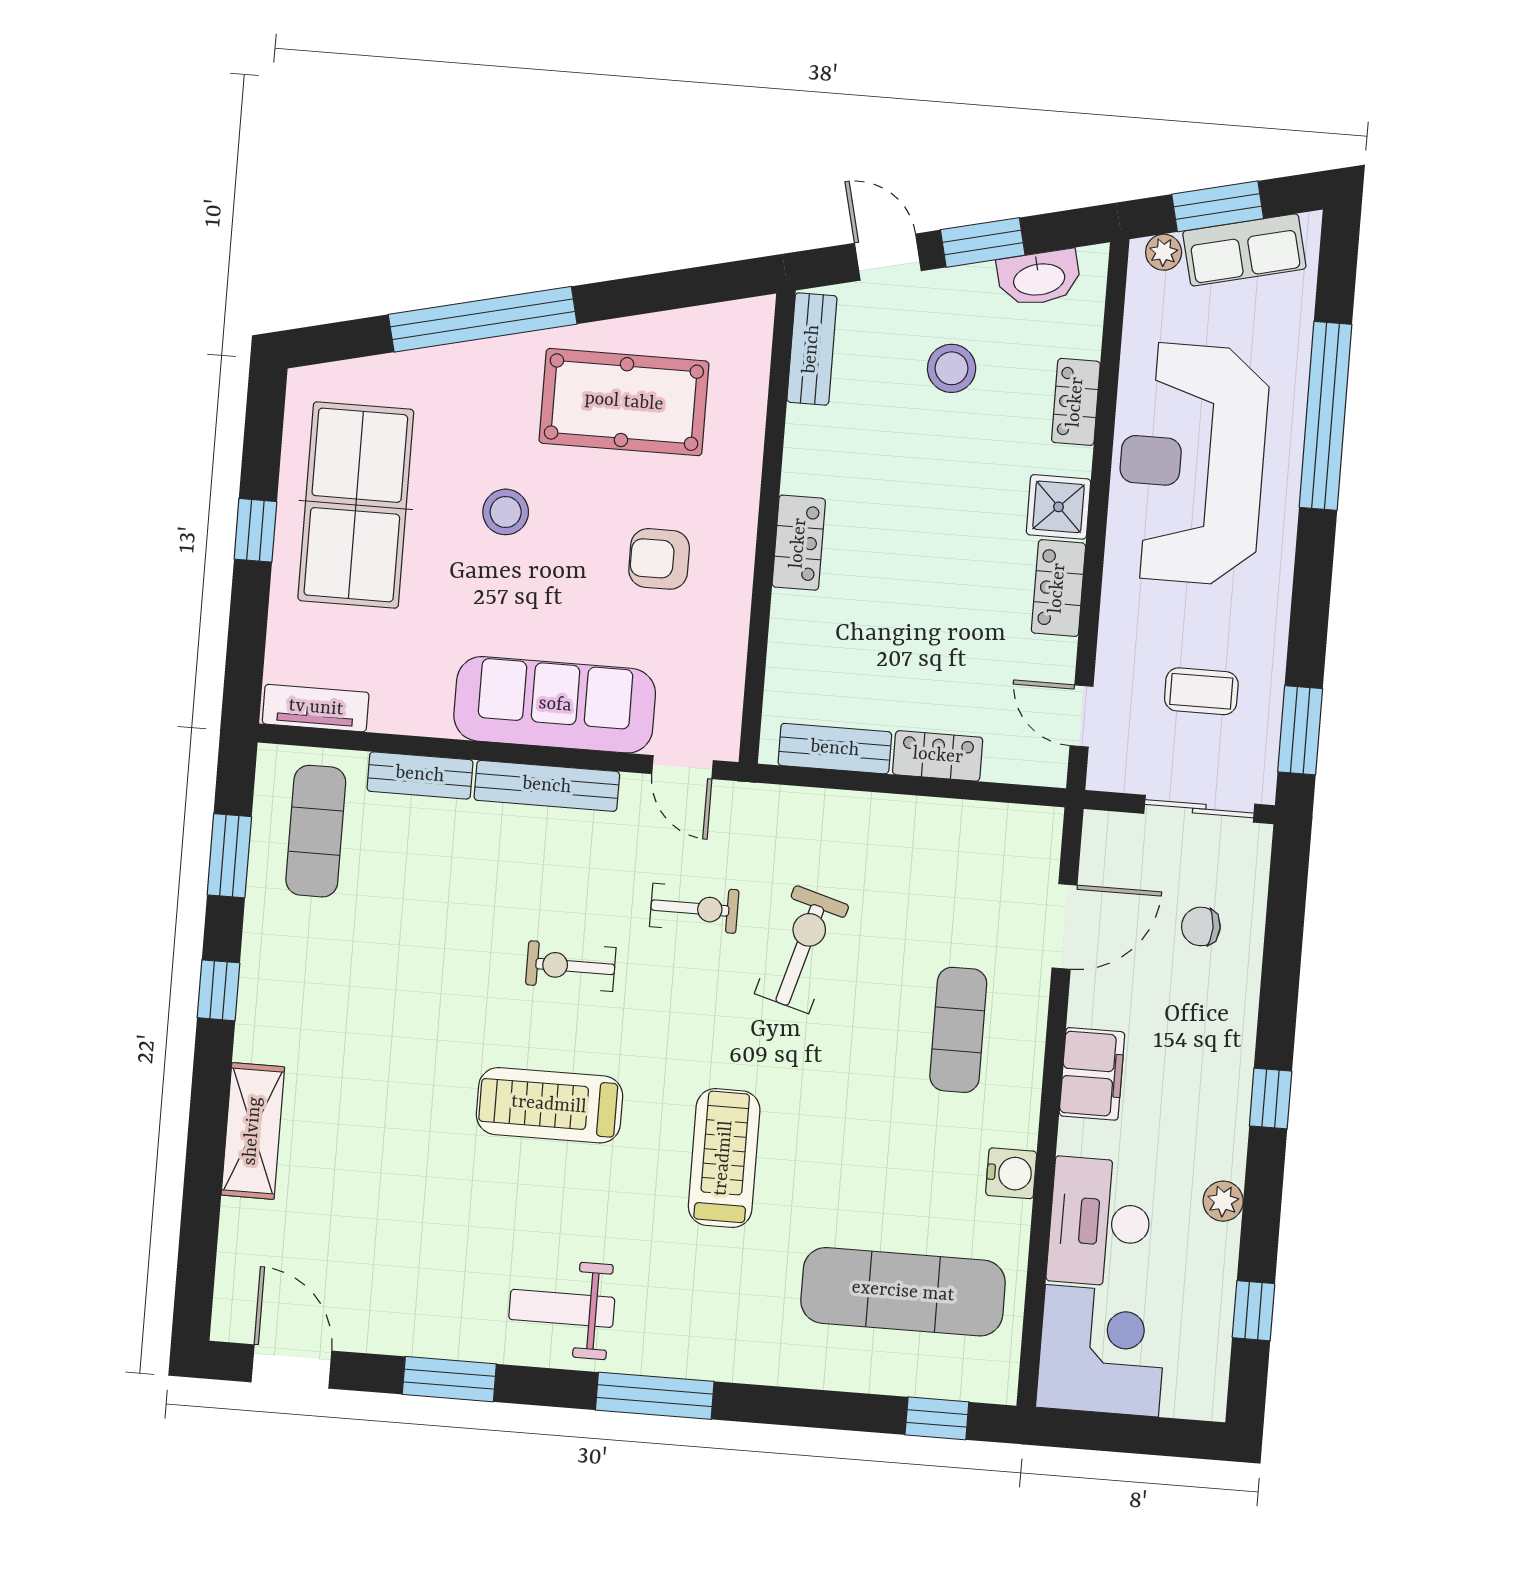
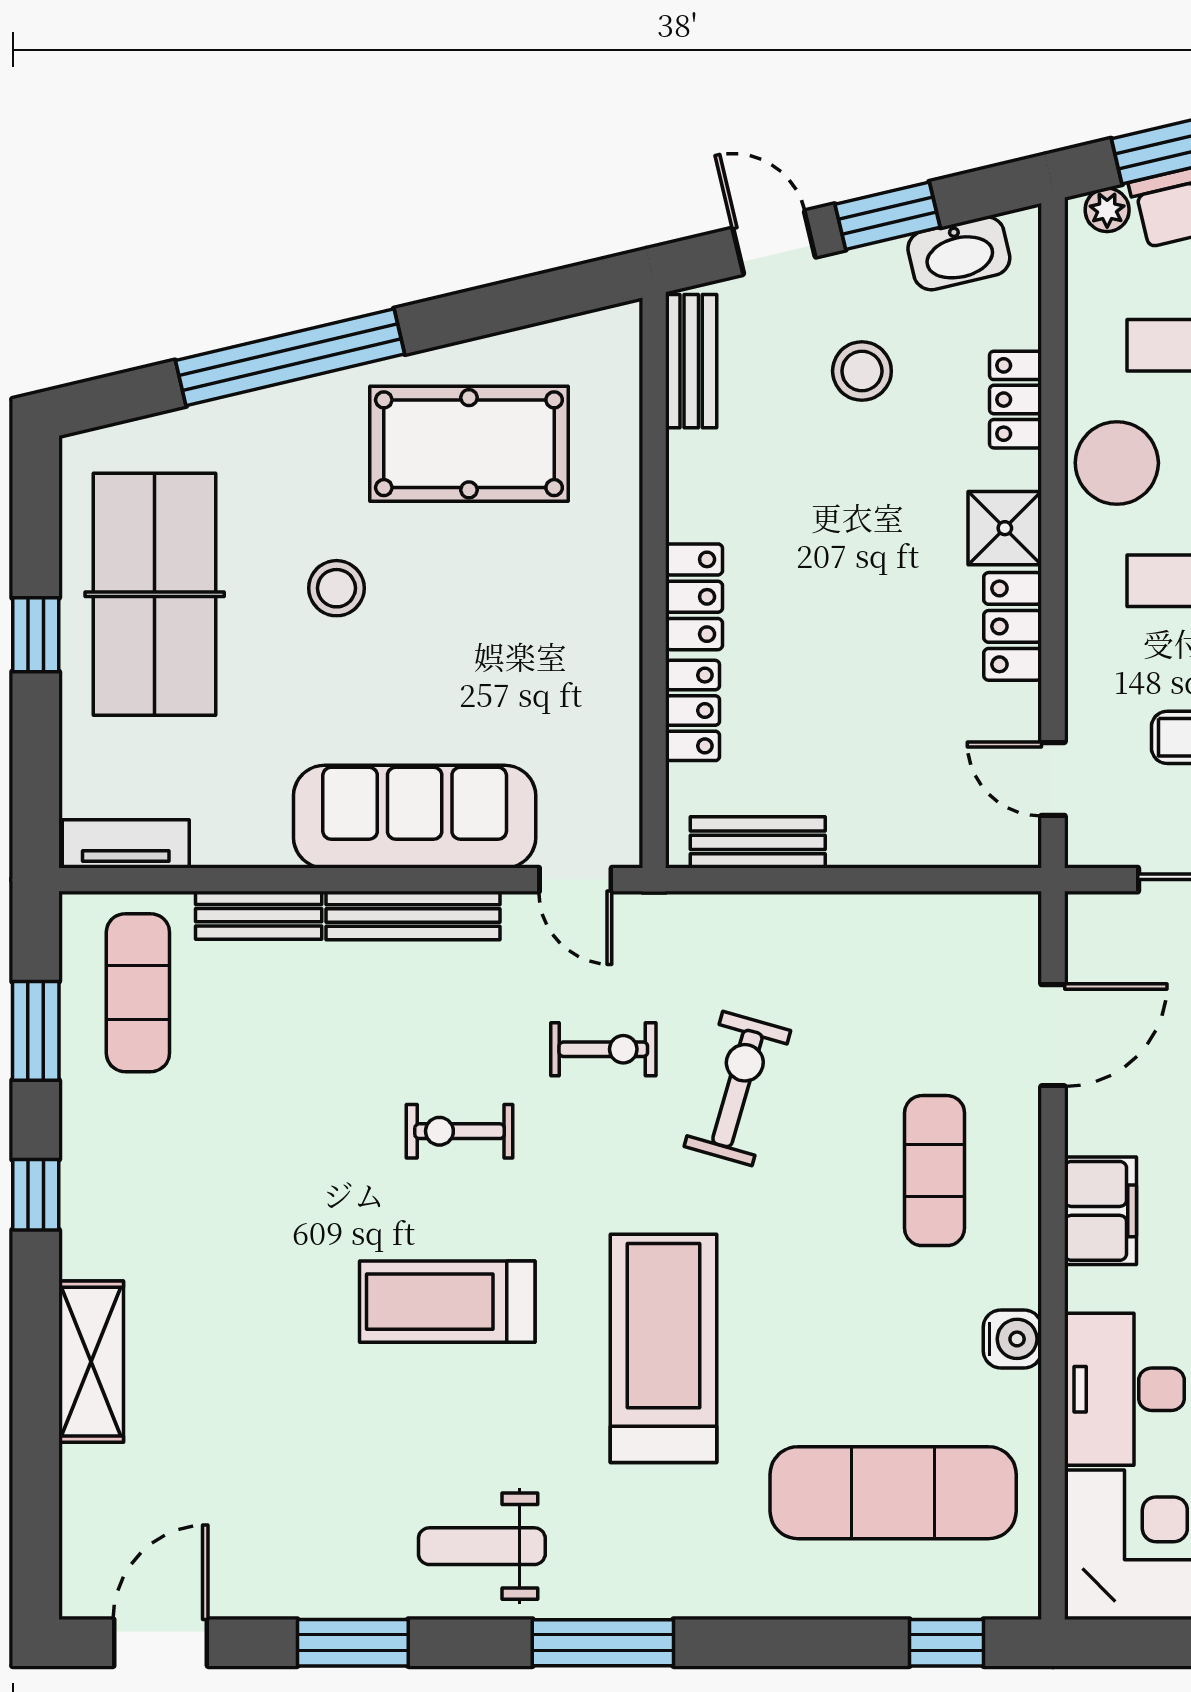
armchair: (659, 559) -> (527, 630), removed
locker: (938, 756) -> (693, 710), moved, turned 90
treadmill: (724, 1158) -> (664, 1348), width x1.37, depth x1.38
door: (291, 1366) -> (161, 1643), hinge flipped

